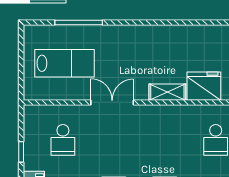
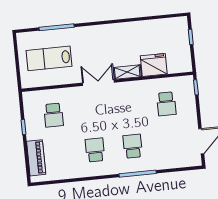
lab bench: (64, 63) -> (49, 58), turned 180
double door: (112, 102) -> (98, 83), moved

